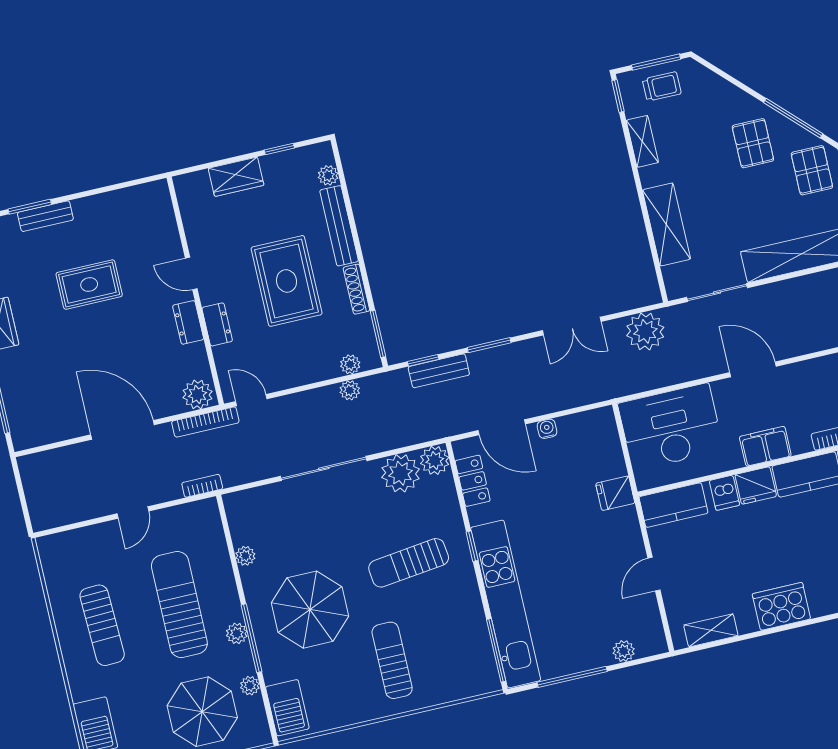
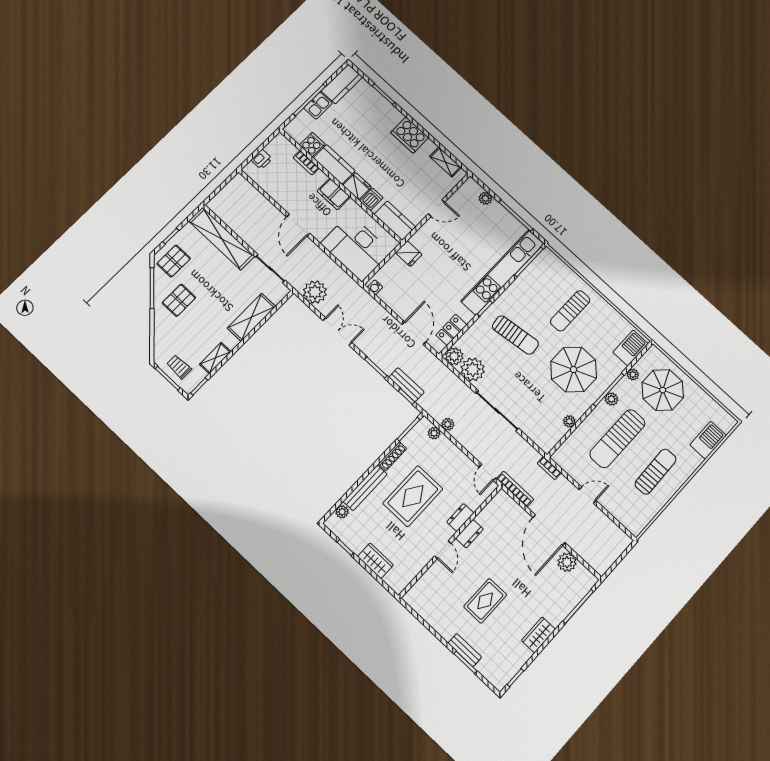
rug: (89, 285) -> (485, 601), turned 90
plant: (197, 394) -> (567, 562), moved
water cooler: (547, 429) -> (375, 287), moved

